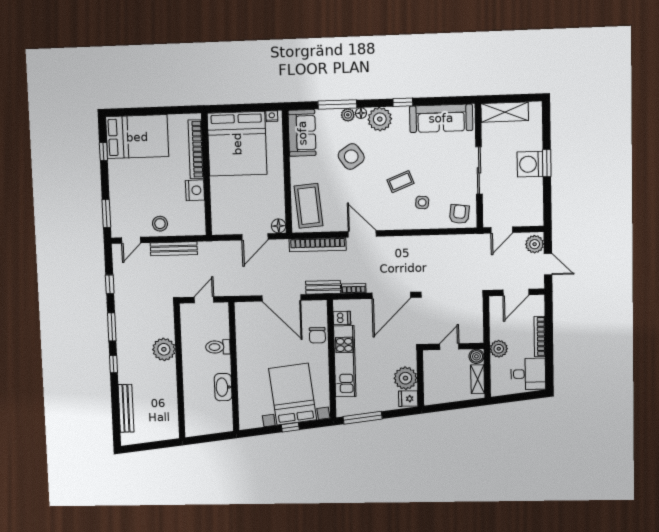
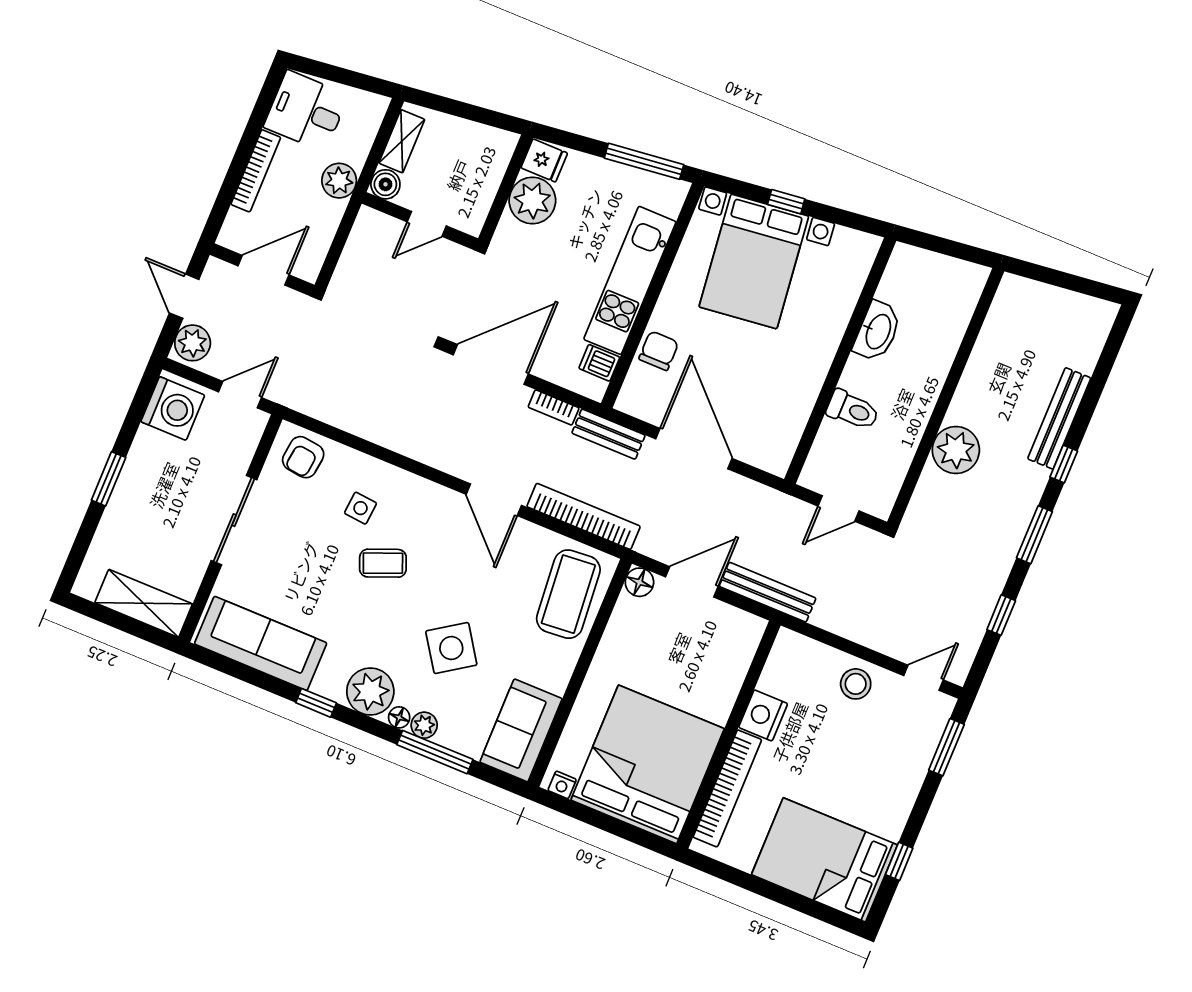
washing machine: (530, 164) -> (173, 408), moved
bench: (174, 249) -> (768, 592), moved
bench: (126, 408) -> (1059, 418), moved

